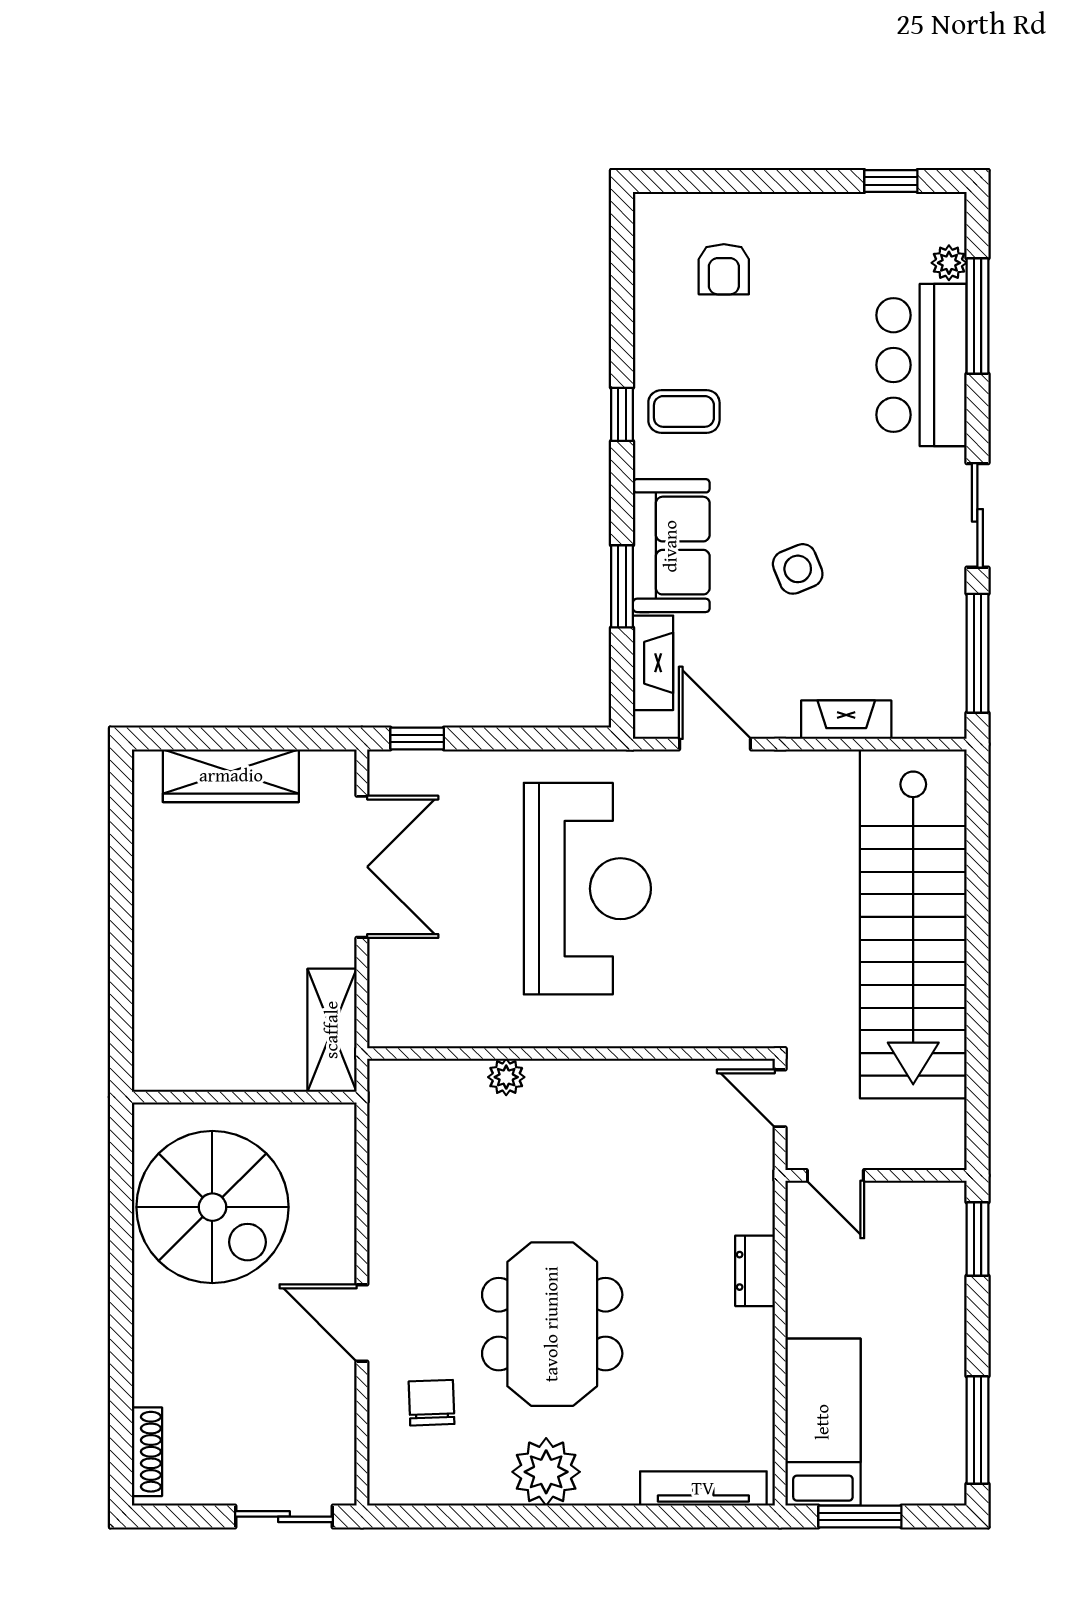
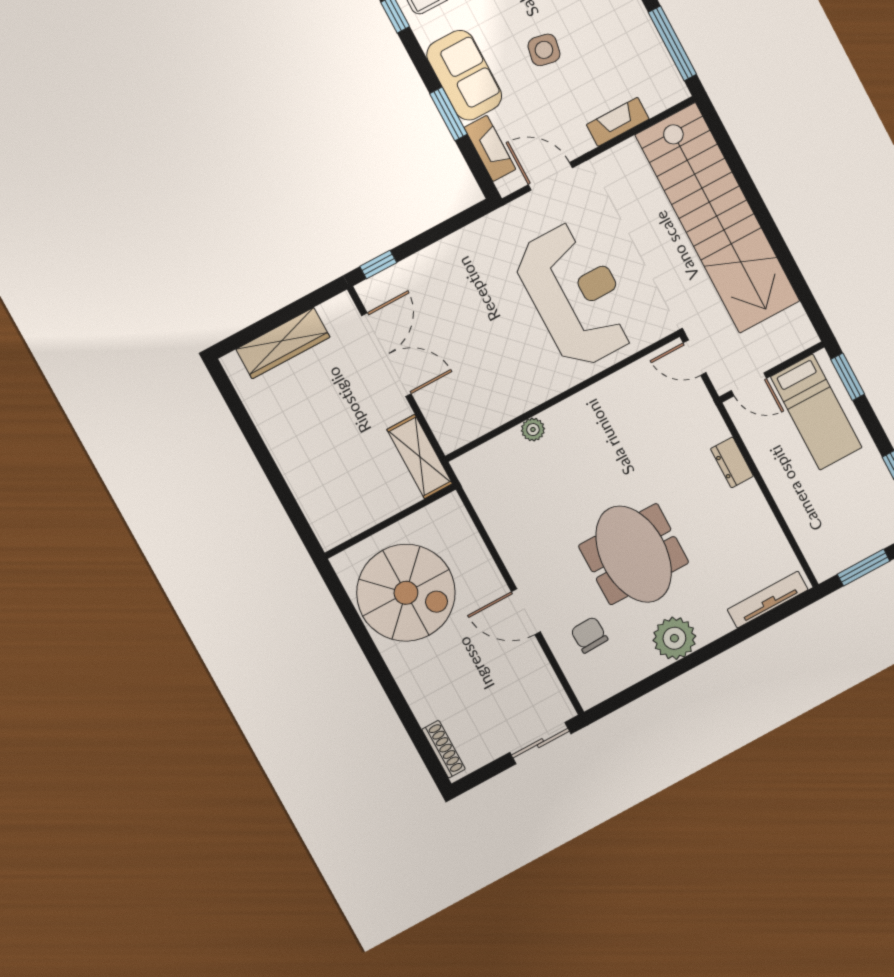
side table: (798, 569) -> (544, 50), turned 33
reception desk: (587, 889) -> (576, 295), moved
bed: (823, 1422) -> (816, 412), moved, turned 180

